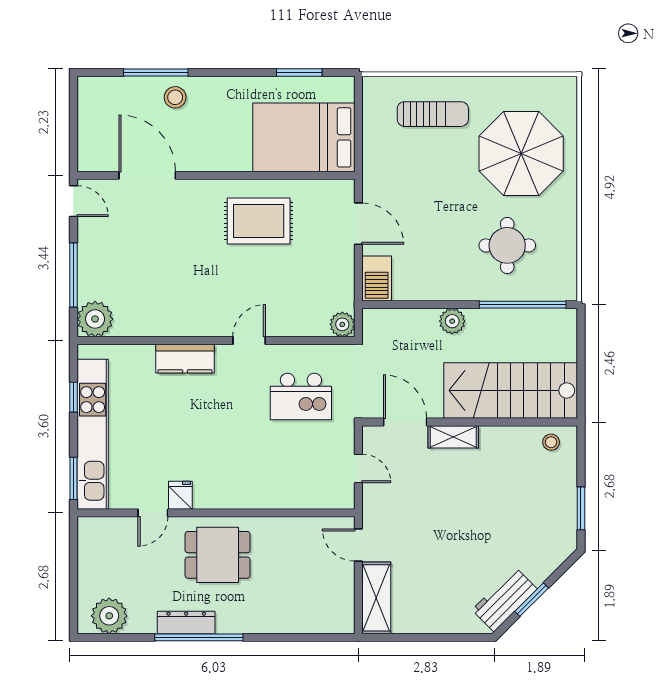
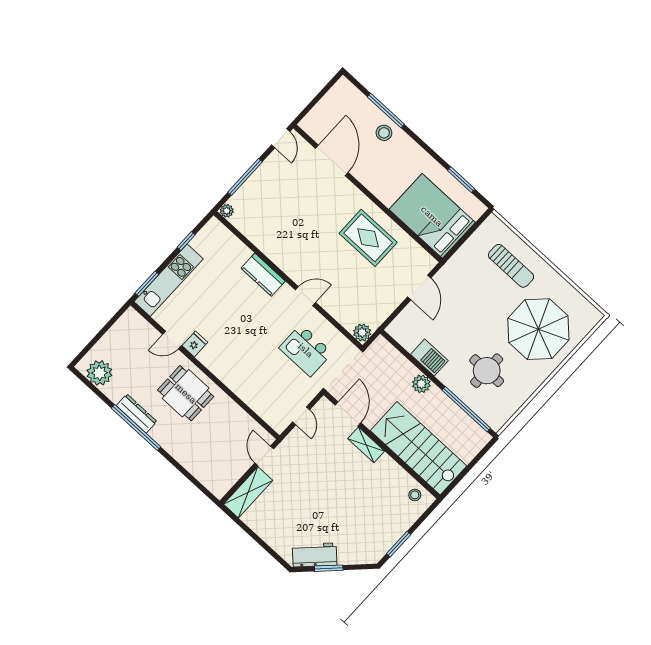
barbecue: (377, 278) -> (429, 357), moved, turned -90
plant: (95, 319) -> (227, 211), width x0.53, depth x0.53
kitchen unit: (93, 434) -> (169, 280), width x0.73

